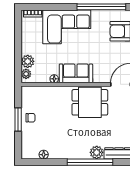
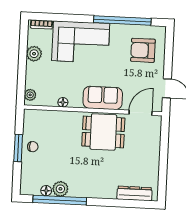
plant: (28, 61) -> (34, 54), moved
sofa: (76, 73) -> (103, 98), moved
plant: (97, 152) -> (60, 189), moved
window: (90, 162) -> (60, 200), moved

